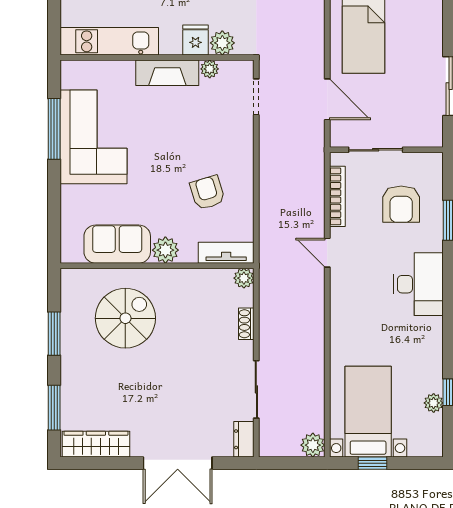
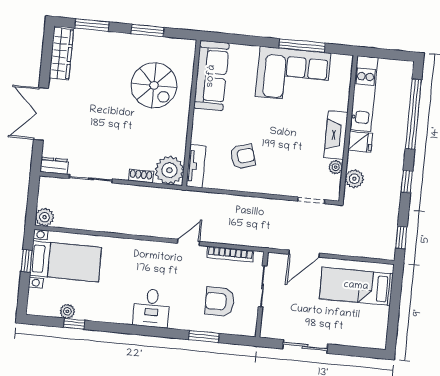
fridge: (195, 40) -> (360, 142), moved
sofa: (117, 244) -> (211, 76), width x1.36
plant: (165, 250) -> (202, 121), removed
plant: (244, 278) -> (169, 170), width x1.88, depth x1.88
desk: (418, 284) -> (152, 308), width x0.73

